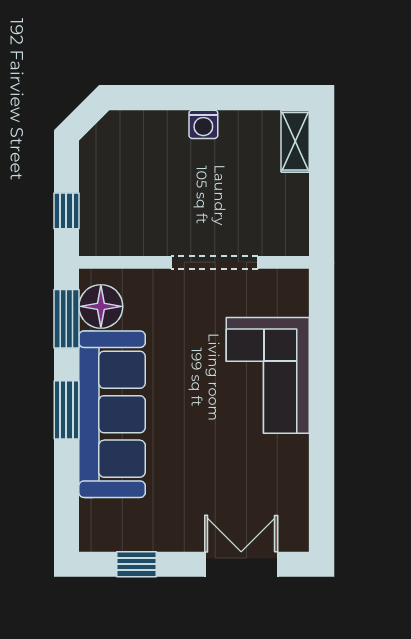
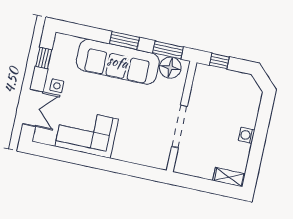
corner sofa: (268, 375) -> (87, 133), moved
side table: (187, 526) -> (57, 86), added

